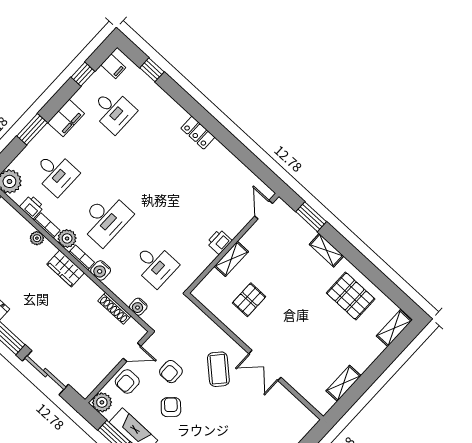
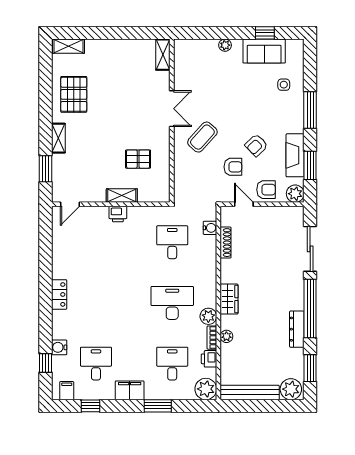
bookcase: (82, 257) -> (212, 295), removed
water cooler: (101, 270) -> (59, 347), moved, turned 180
shelving: (344, 383) -> (163, 55), moved, turned 90

